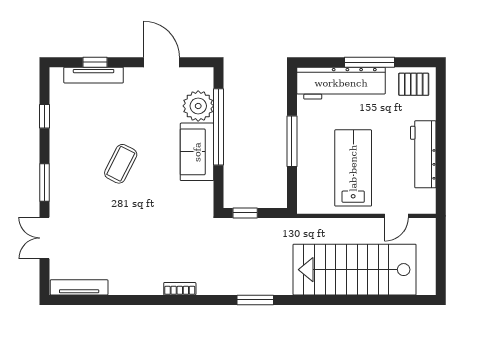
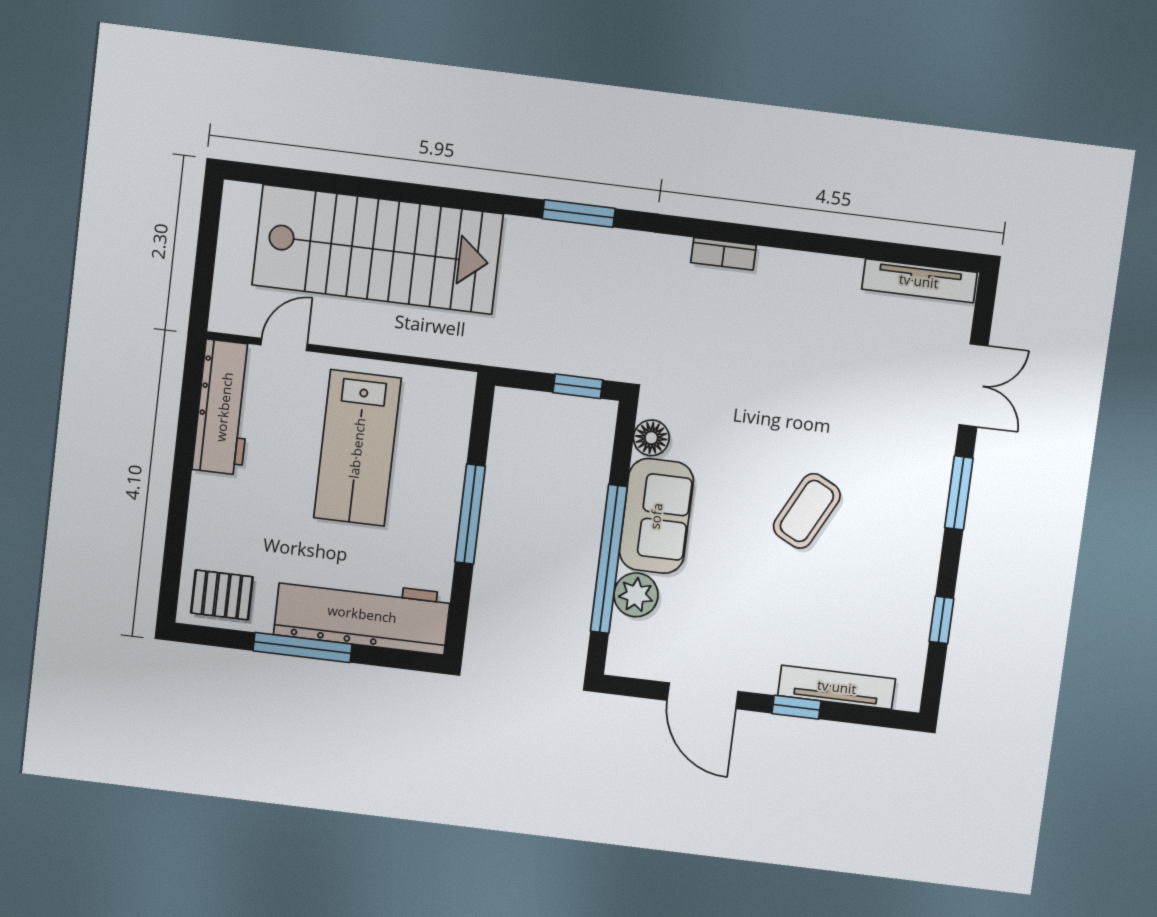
window: (95, 62) -> (796, 707), moved
plant: (198, 106) -> (636, 595), width x0.73, depth x0.73
workbench: (423, 154) -> (224, 407), moved
floor lamp: (205, 191) -> (651, 438), added

